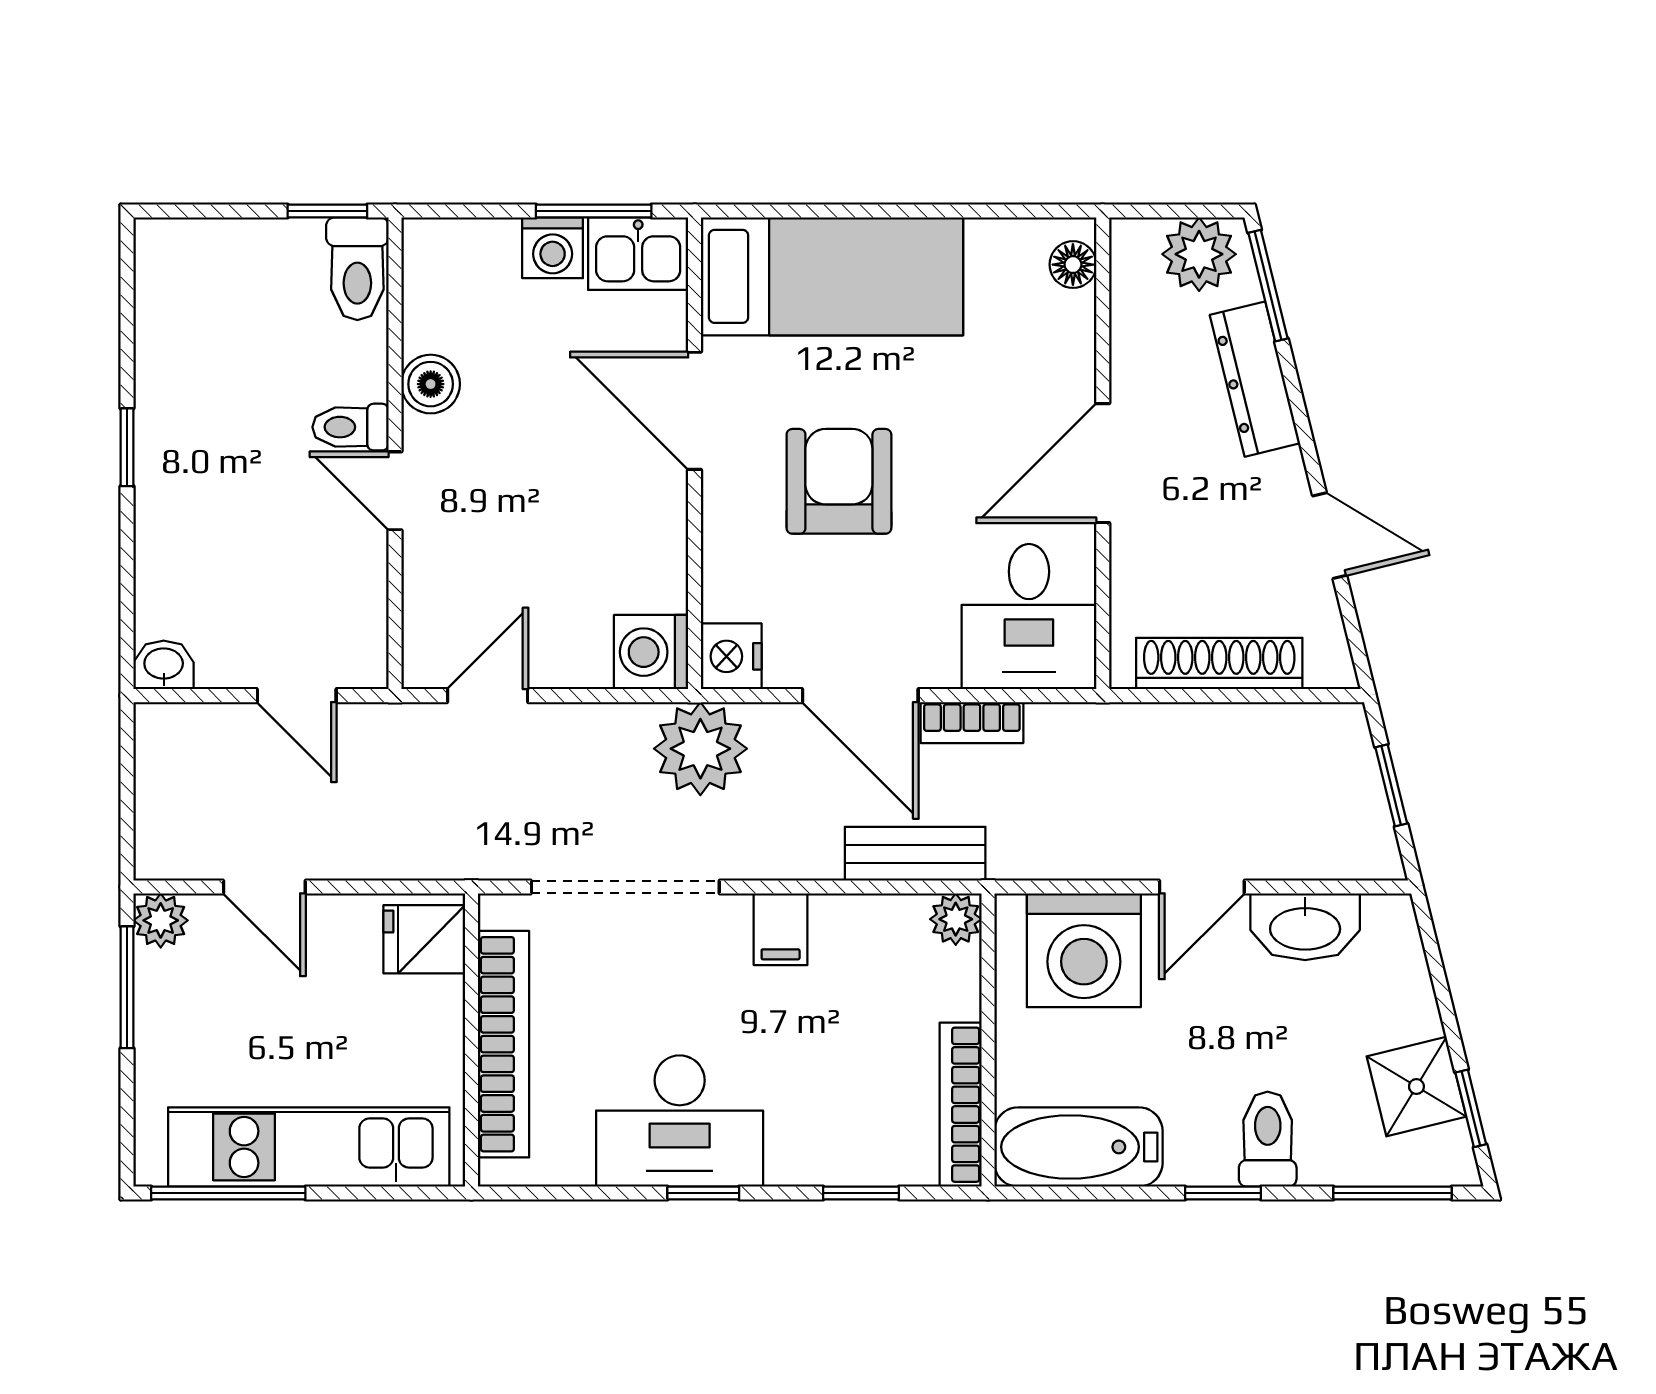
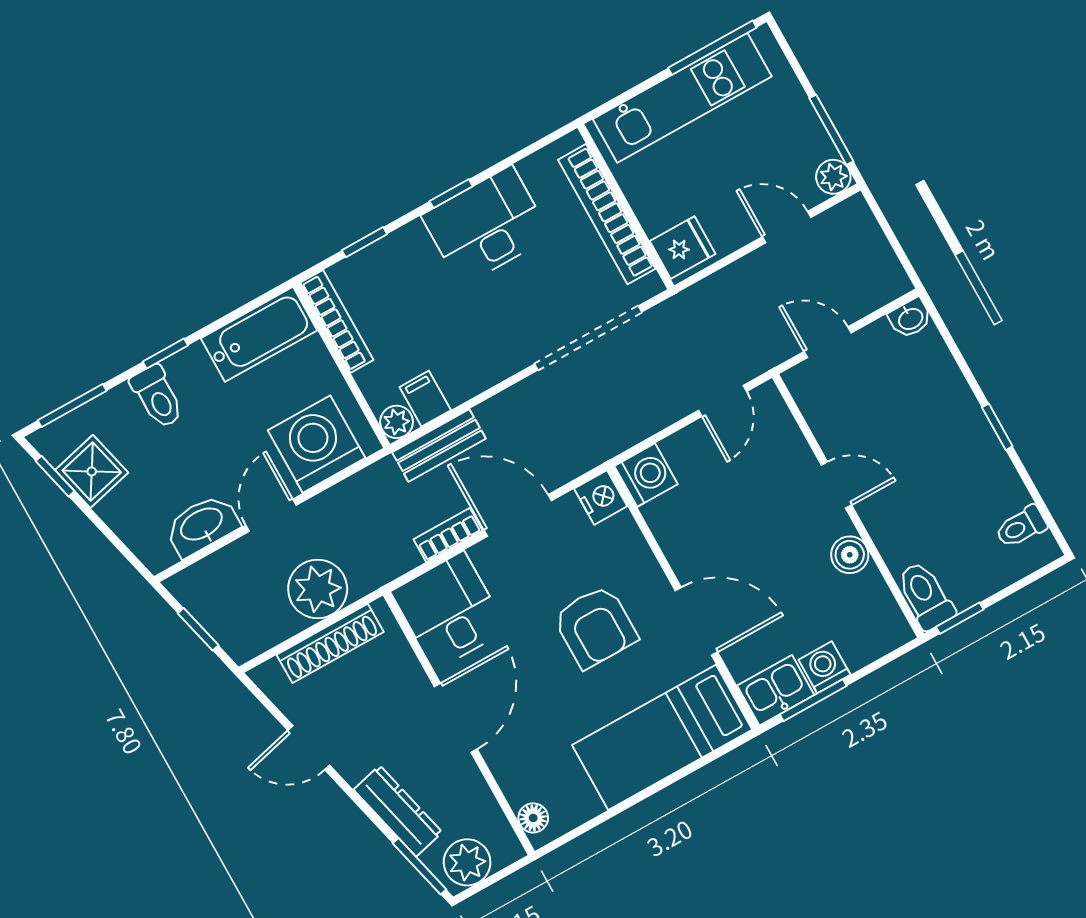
toilet: (351, 427) -> (1021, 527), moved, turned 180
plant: (700, 749) -> (318, 589), moved
filing cabinet: (781, 929) -> (425, 399), moved

